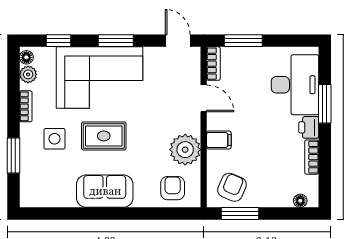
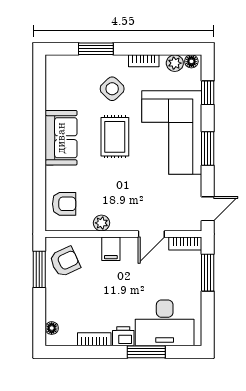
side table: (54, 139) -> (112, 89), turned 45
plant: (185, 150) -> (101, 223), width x0.53, depth x0.53
armchair: (232, 187) -> (65, 262), turned -48

